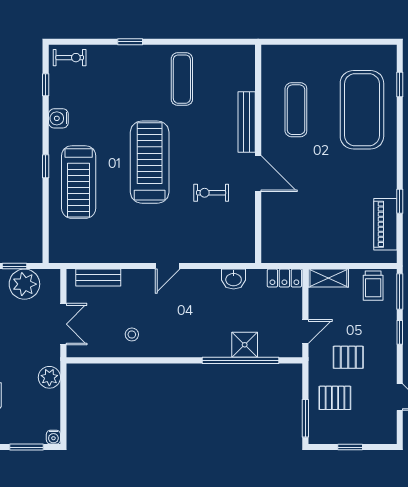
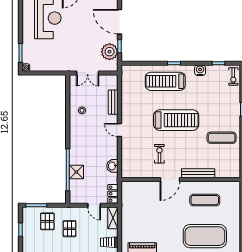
bench: (98, 277) -> (113, 102), moved
door: (305, 331) -> (94, 205), moved
plant: (49, 377) -> (59, 65), removed

